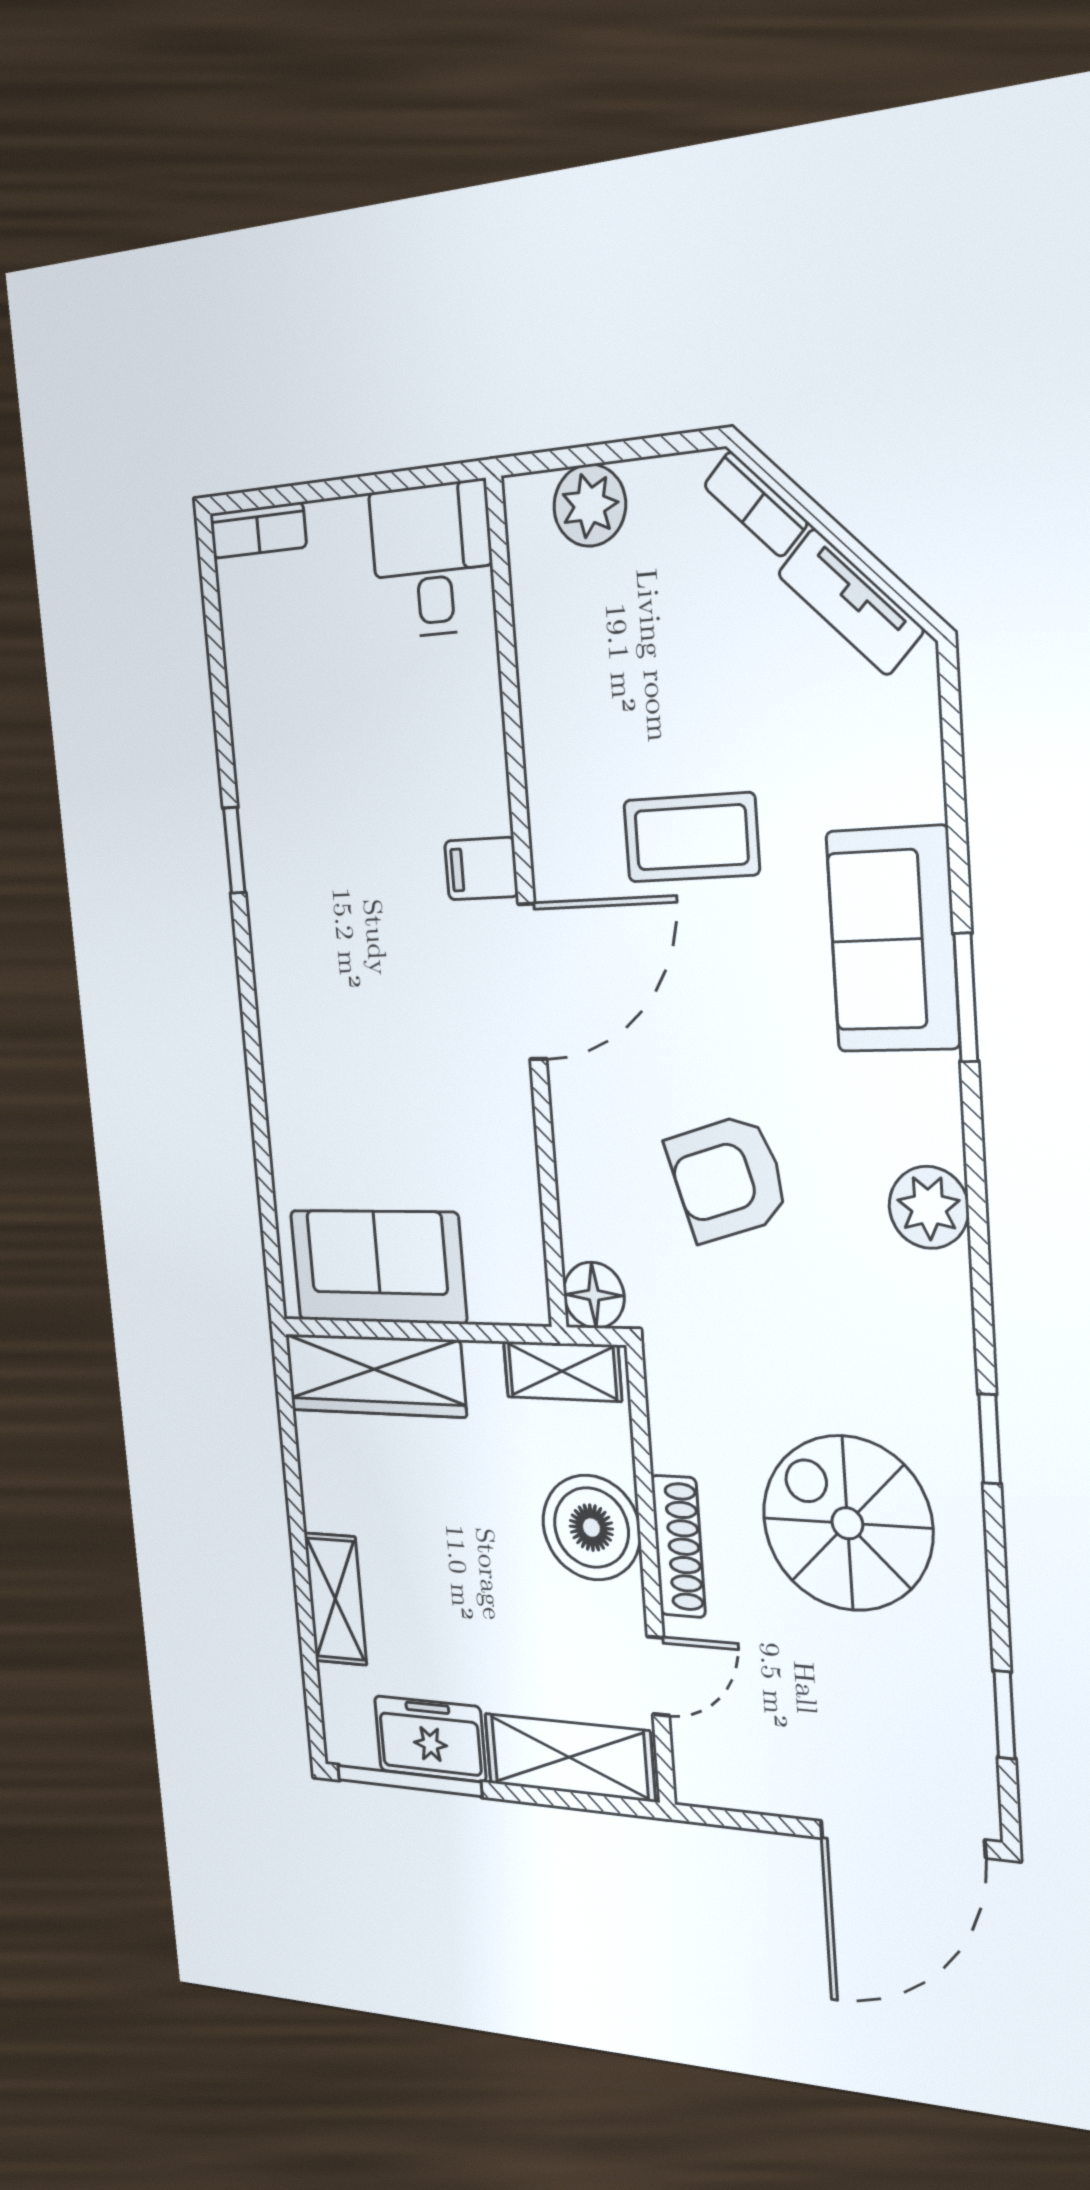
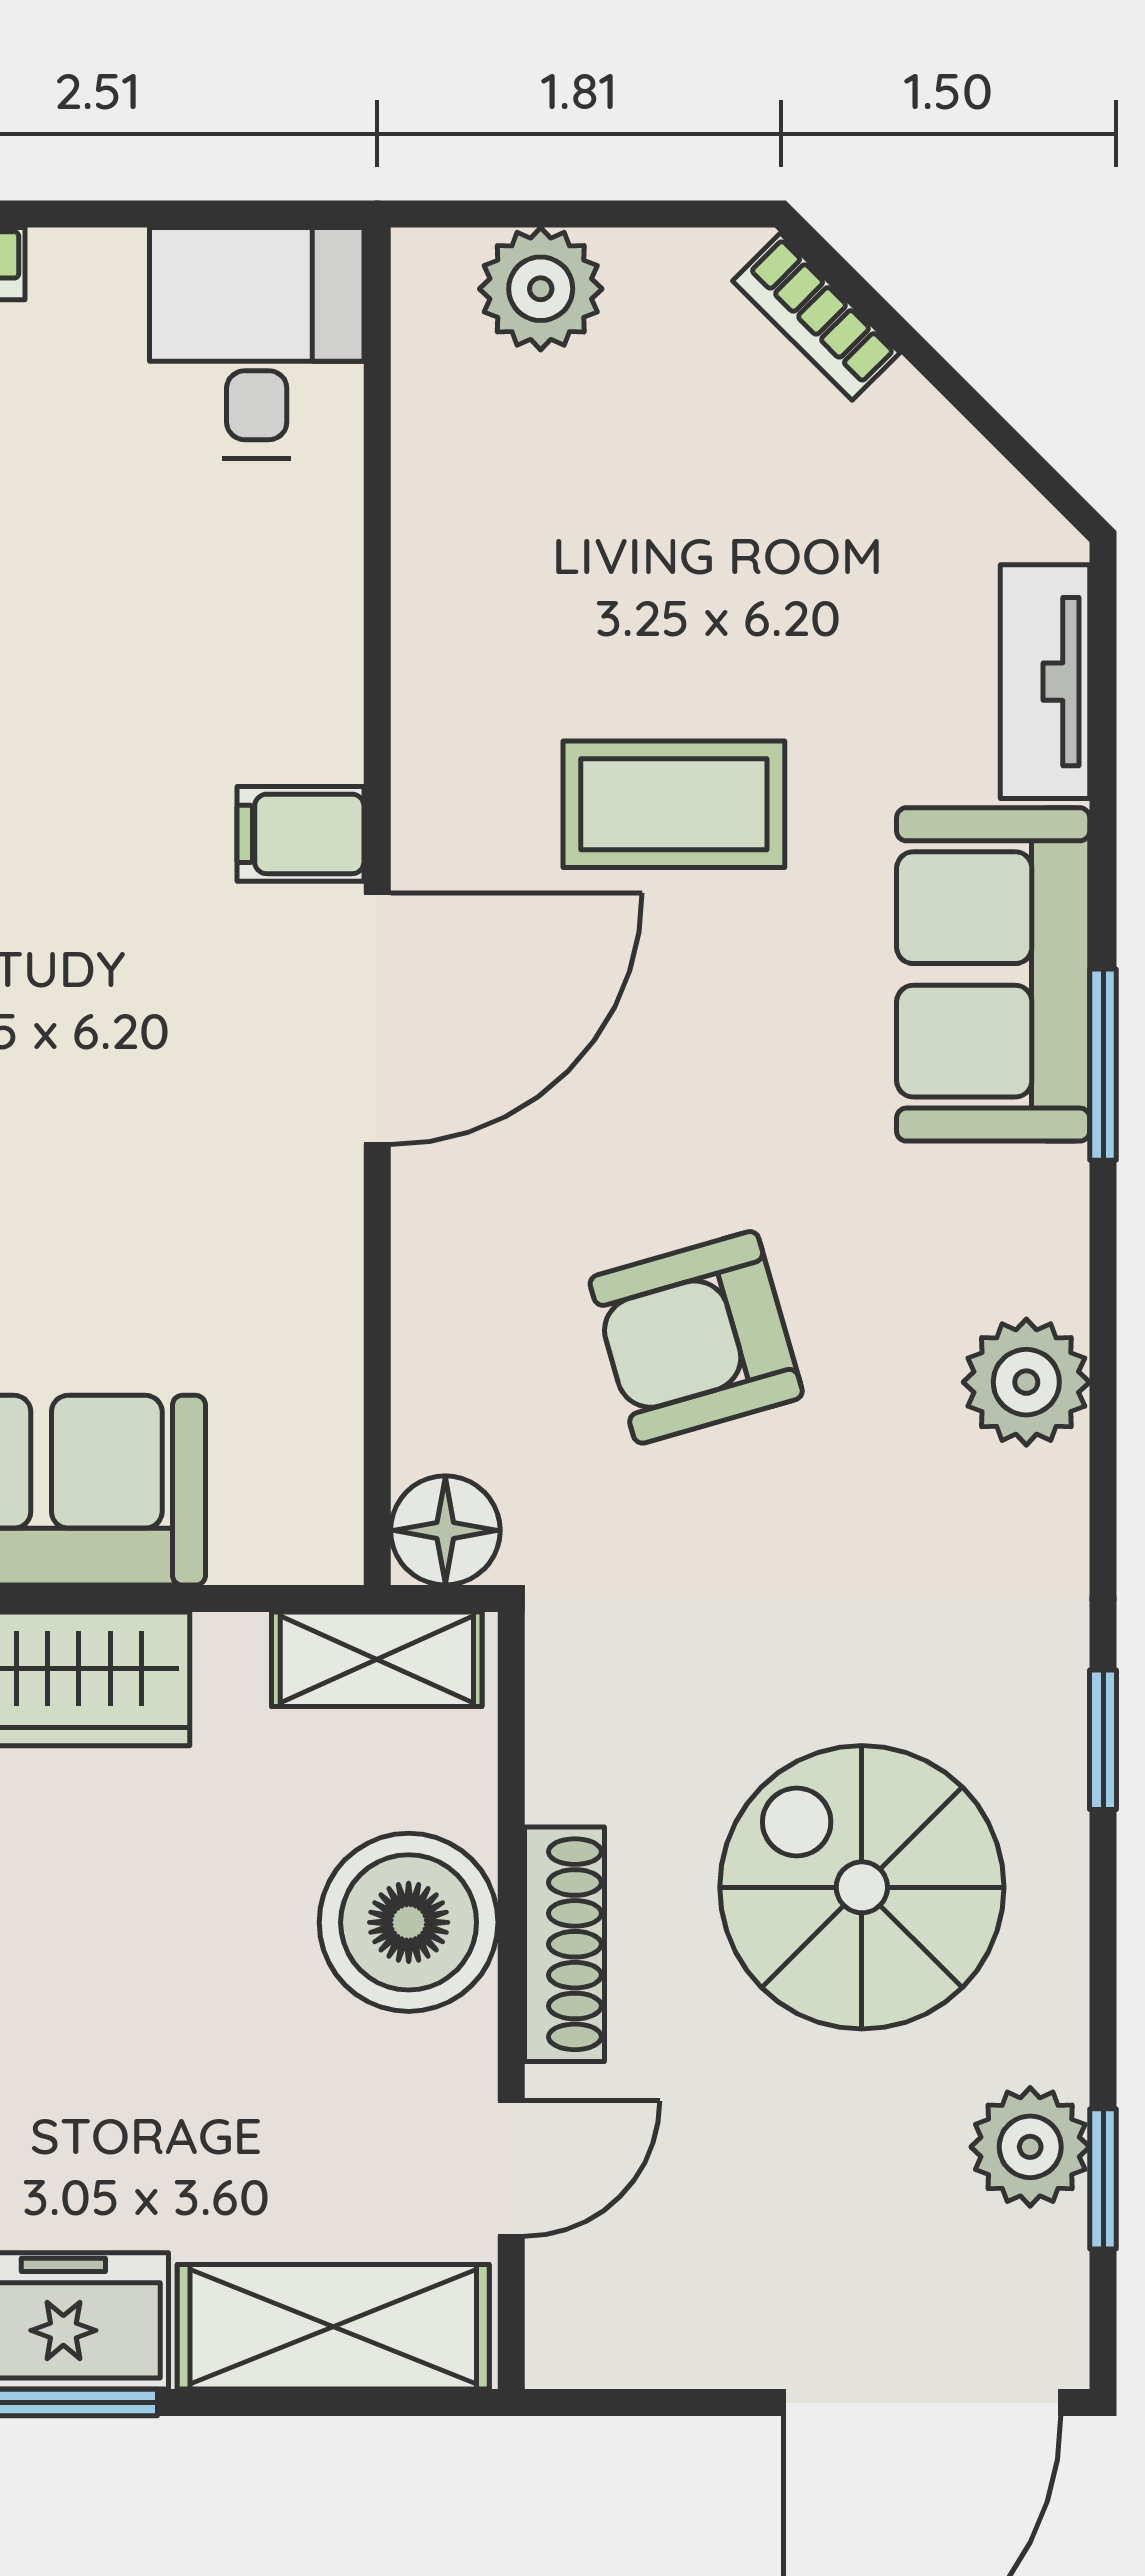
tv unit: (851, 602) -> (1045, 682), moved, turned 45
plant: (958, 1691) -> (1030, 2147), added

